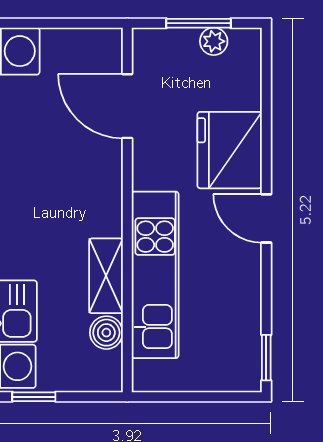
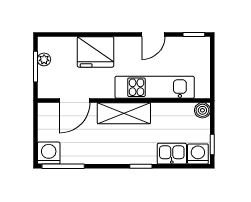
door: (266, 218) -> (153, 35), moved
shelving: (106, 276) -> (124, 113), moved, width x1.50, depth x1.33
boiler: (106, 333) -> (202, 110), moved

